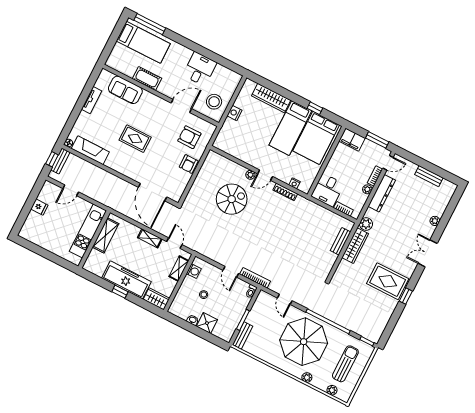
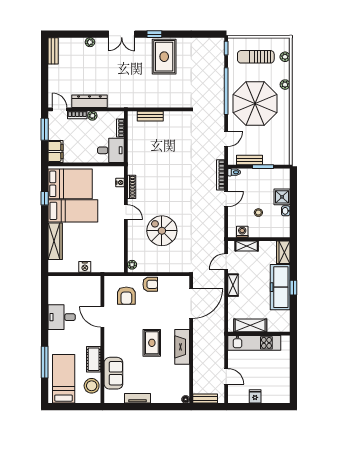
window: (150, 24) -> (45, 362), moved
stool: (214, 102) -> (92, 386), moved
fireplace: (90, 150) -> (182, 347), moved
window: (52, 159) -> (207, 407), removed
plant: (250, 175) -> (132, 265), moved
bench: (429, 176) -> (53, 51), moved
plant: (366, 224) -> (124, 101), removed
wardrobe: (355, 246) -> (147, 101), removed
window: (406, 296) -> (154, 34), moved
bench: (243, 336) -> (249, 160), moved

